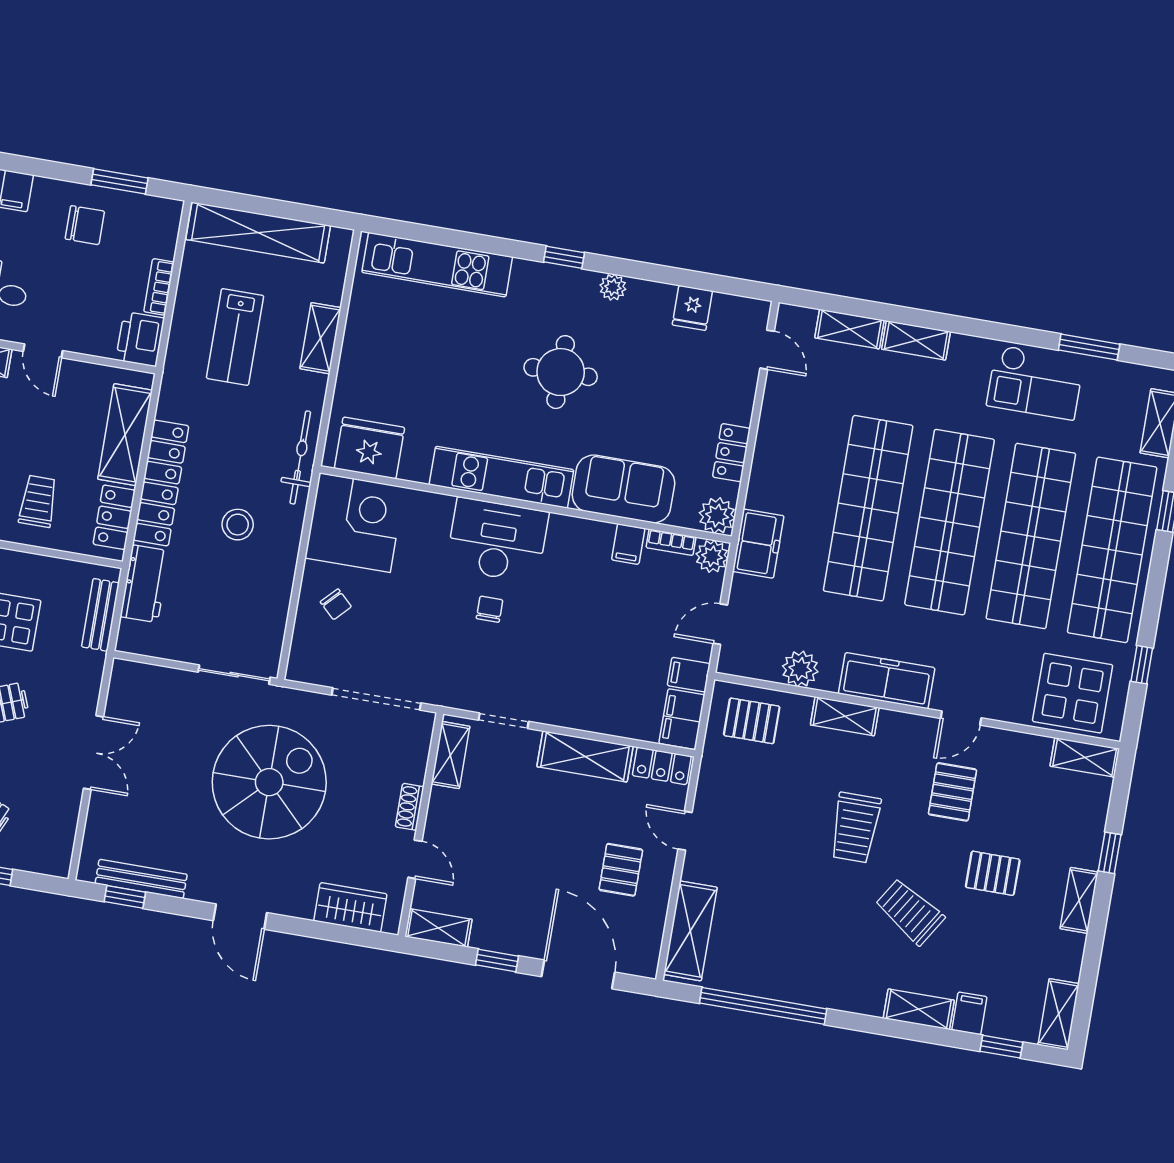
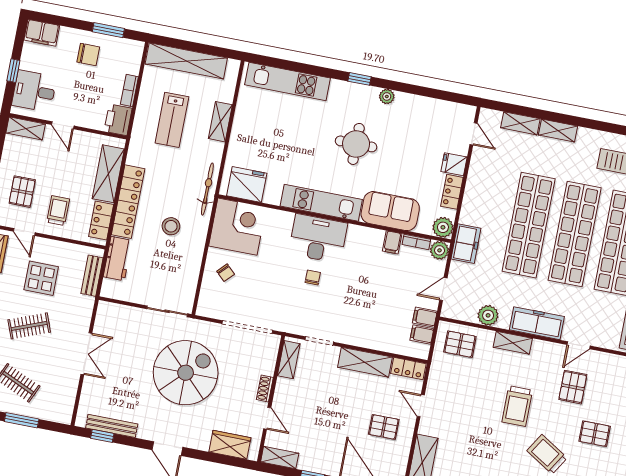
fridge: (692, 308) -> (454, 164), moved, turned 90
filing cabinet: (682, 719) -> (422, 335), width x0.50
pallet: (621, 870) -> (384, 427), turned 90

